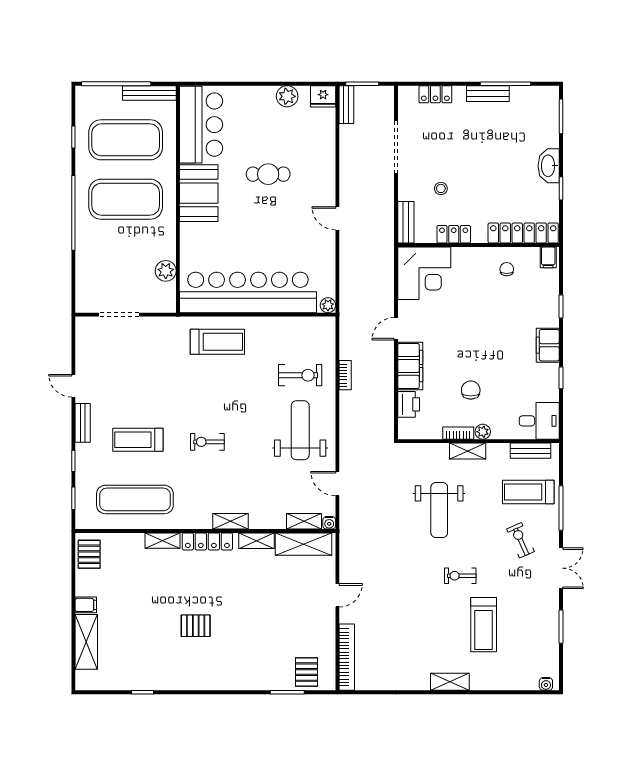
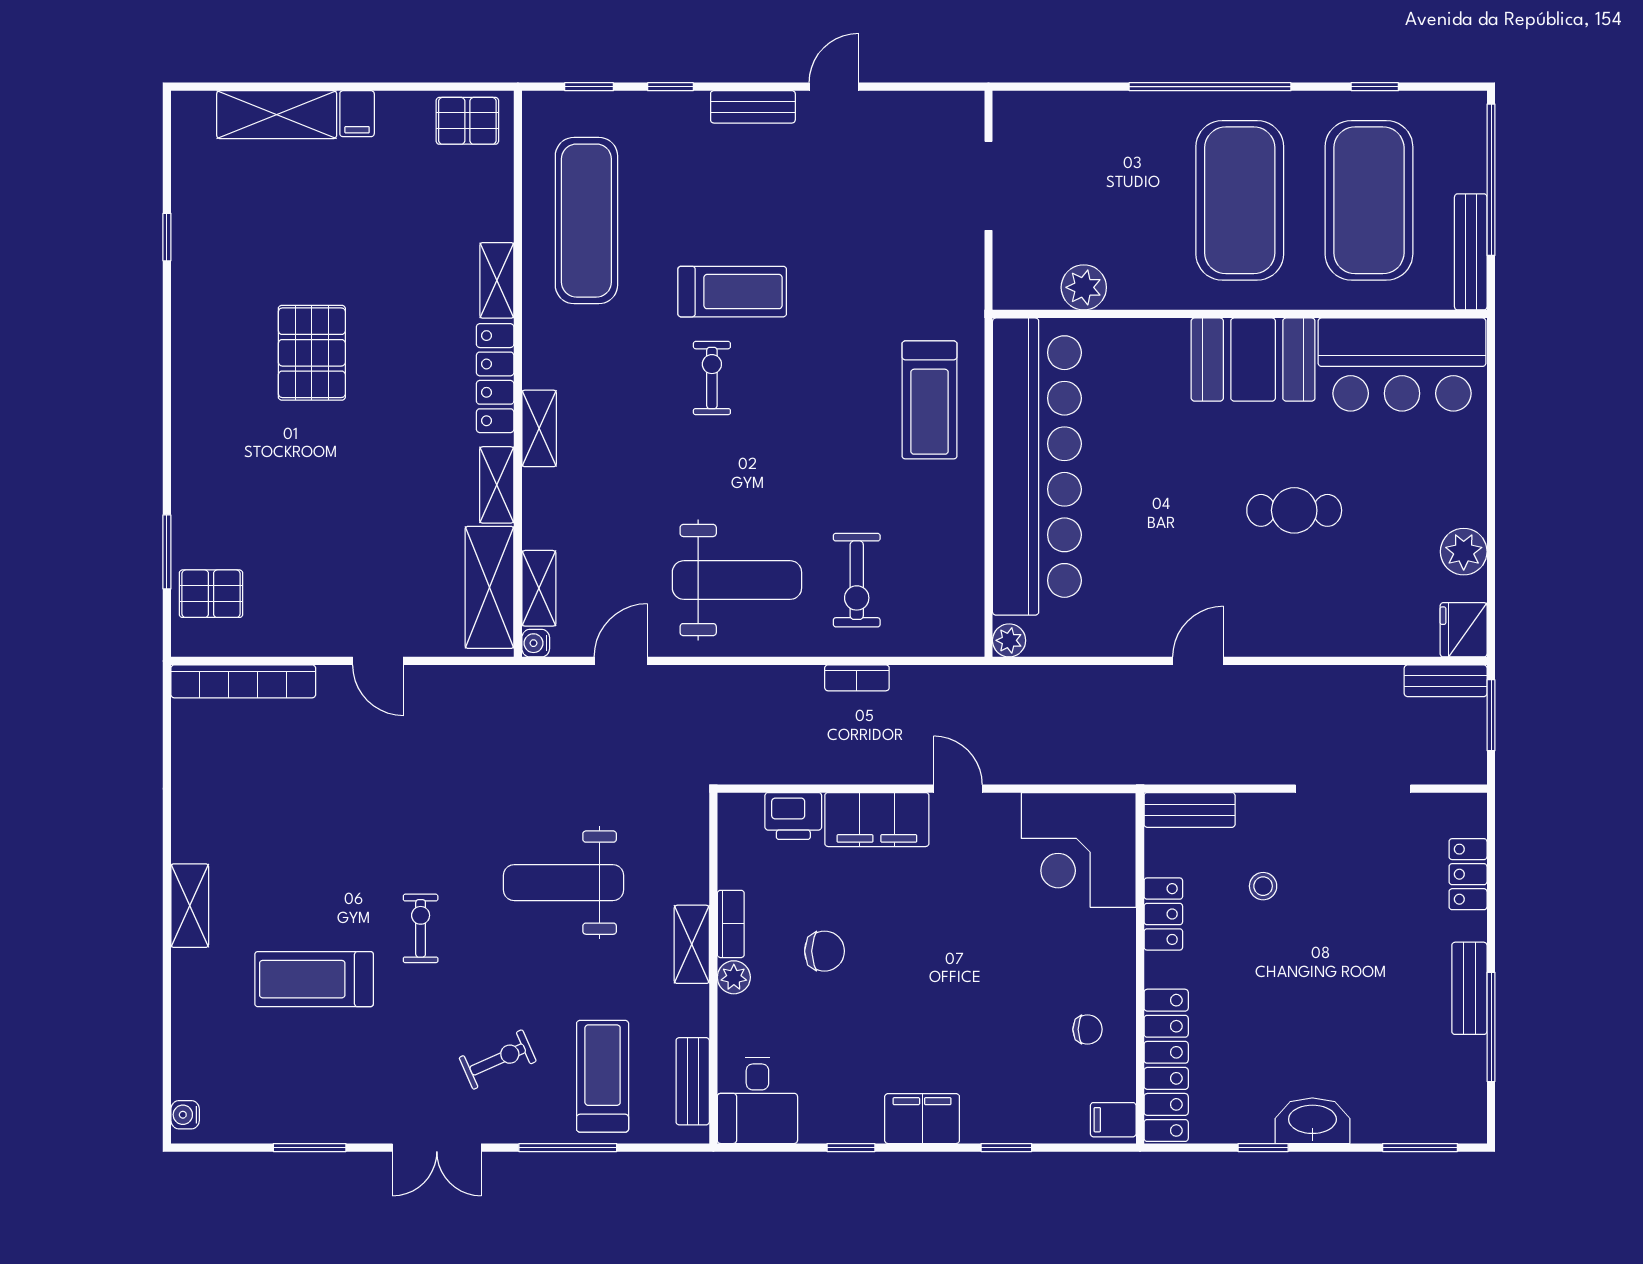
cafe table: (268, 174) -> (1294, 510), turned 90
treadmill: (138, 440) -> (732, 292), moved, turned 90
pallet: (196, 626) -> (312, 353), width x1.50, depth x1.42

